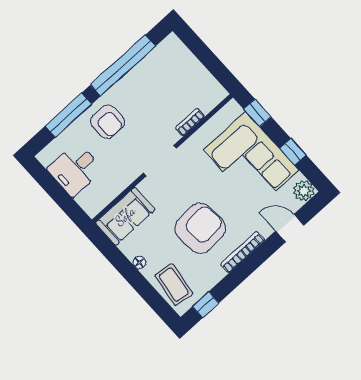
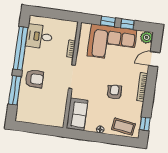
window: (257, 113) -> (108, 21), moved
desk: (75, 169) -> (39, 36), moved, turned 90
armchair: (200, 228) -> (114, 92), width x0.53, depth x0.53

